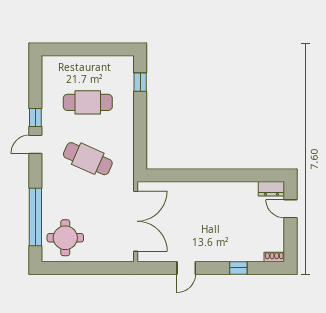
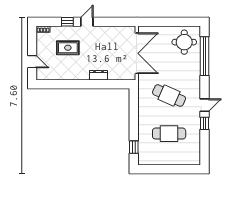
dresser: (271, 189) -> (99, 75), moved
double door: (136, 221) -> (137, 53), swing flipped
rug: (238, 229) -> (68, 48), added
door: (186, 268) -> (87, 22), moved

